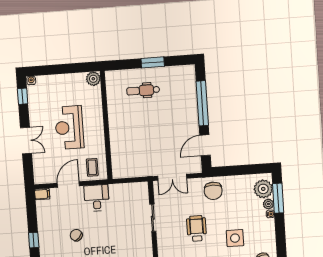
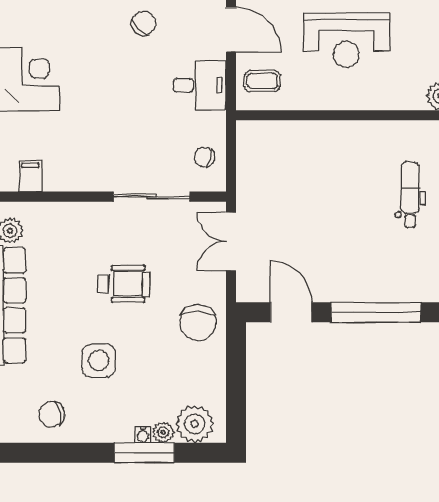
reception desk: (69, 128) -> (346, 40), turned 180
chair: (213, 191) -> (198, 323), turned -90
chair: (131, 193) -> (204, 157), added
window: (278, 198) -> (144, 453), moved
sliding door: (153, 218) -> (152, 197), width x1.37
chair: (76, 235) -> (144, 23), moved

